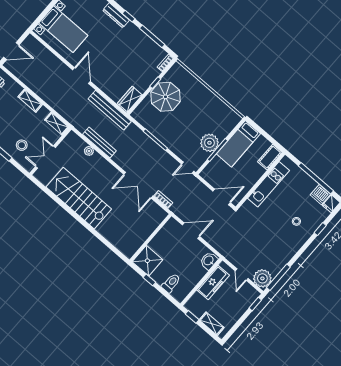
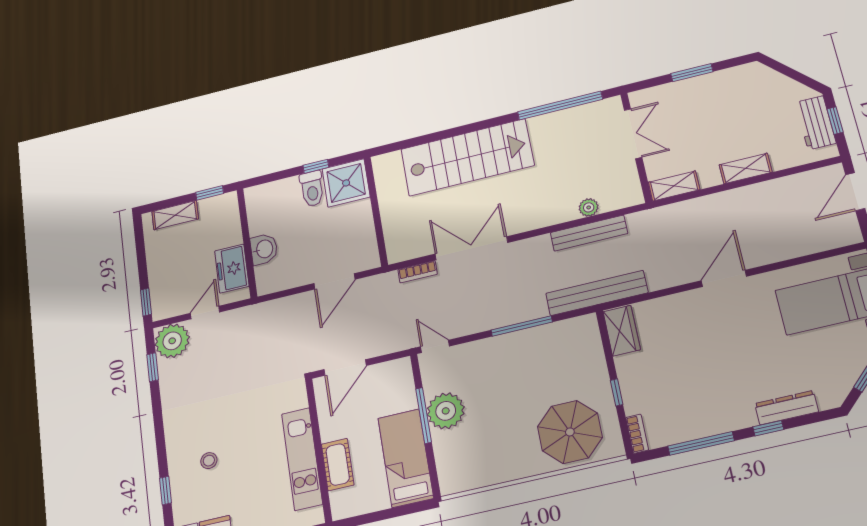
door: (82, 76) -> (724, 278), swing flipped
parasol: (165, 97) -> (570, 432), moved
bench: (110, 110) -> (597, 293), moved
stool: (22, 145) -> (682, 109), removed
cot: (270, 157) -> (338, 465), moved
door: (188, 168) -> (435, 346), hinge flipped
window: (53, 197) -> (560, 105), added
stairs: (79, 198) -> (467, 157), moved
washbasin: (209, 261) -> (264, 249), moved
door: (242, 275) -> (205, 313), hinge flipped
window: (278, 277) -> (153, 367), width x0.46
toilet: (171, 283) -> (312, 189), moved
freezer: (213, 283) -> (232, 269), width x0.71

